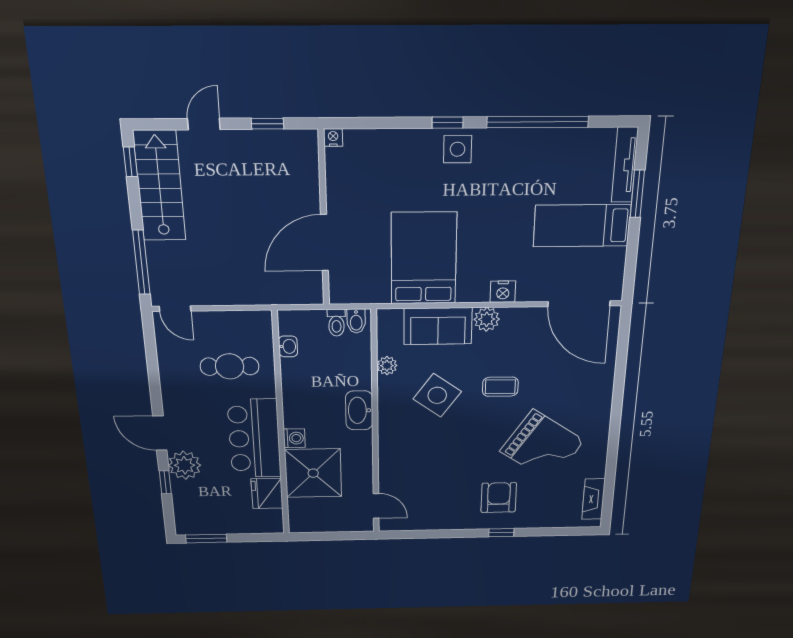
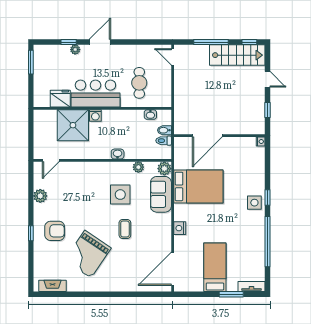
tv unit: (625, 165) -> (251, 287), width x0.71
door: (324, 243) -> (207, 136), swing flipped
window: (141, 262) -> (211, 42), moved
door: (175, 309) -> (173, 57), hinge flipped
plant: (487, 319) -> (164, 169), moved
bidet: (356, 321) -> (164, 130), moved
side table: (437, 395) -> (120, 195), turned -36
washbasin: (359, 410) -> (118, 154), width x0.52, depth x0.69
plant: (184, 465) -> (75, 50), width x0.53, depth x0.53
plant: (437, 520) -> (40, 196), added

